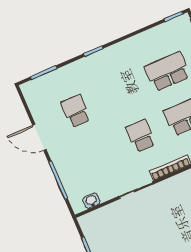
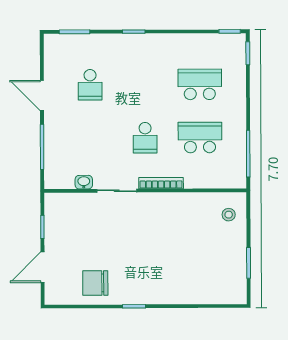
school desk: (76, 111) -> (90, 85), turned 180
school desk: (141, 136) -> (145, 138), turned 180
washbasin: (91, 201) -> (84, 182), moved

